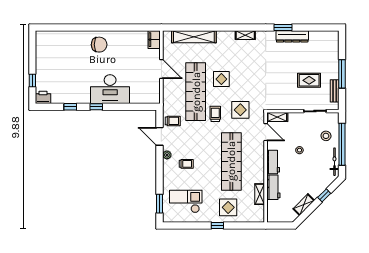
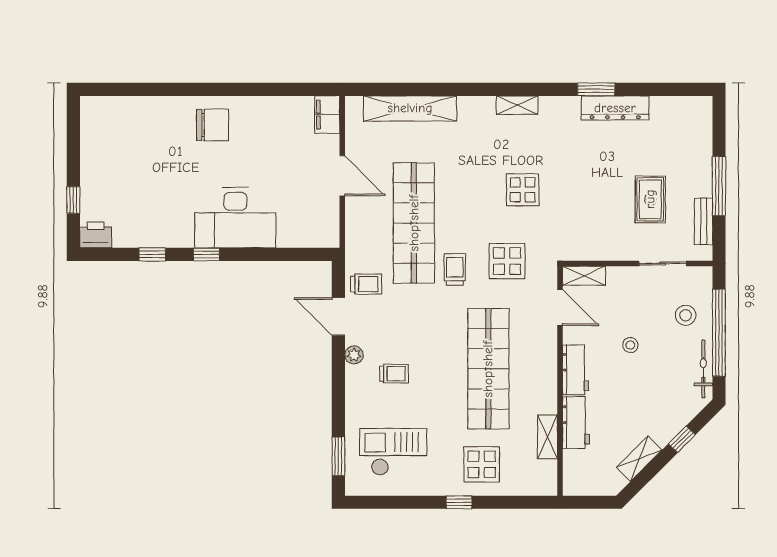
display table: (221, 79) -> (523, 190), moved
rug: (309, 80) -> (650, 199), turned 90

